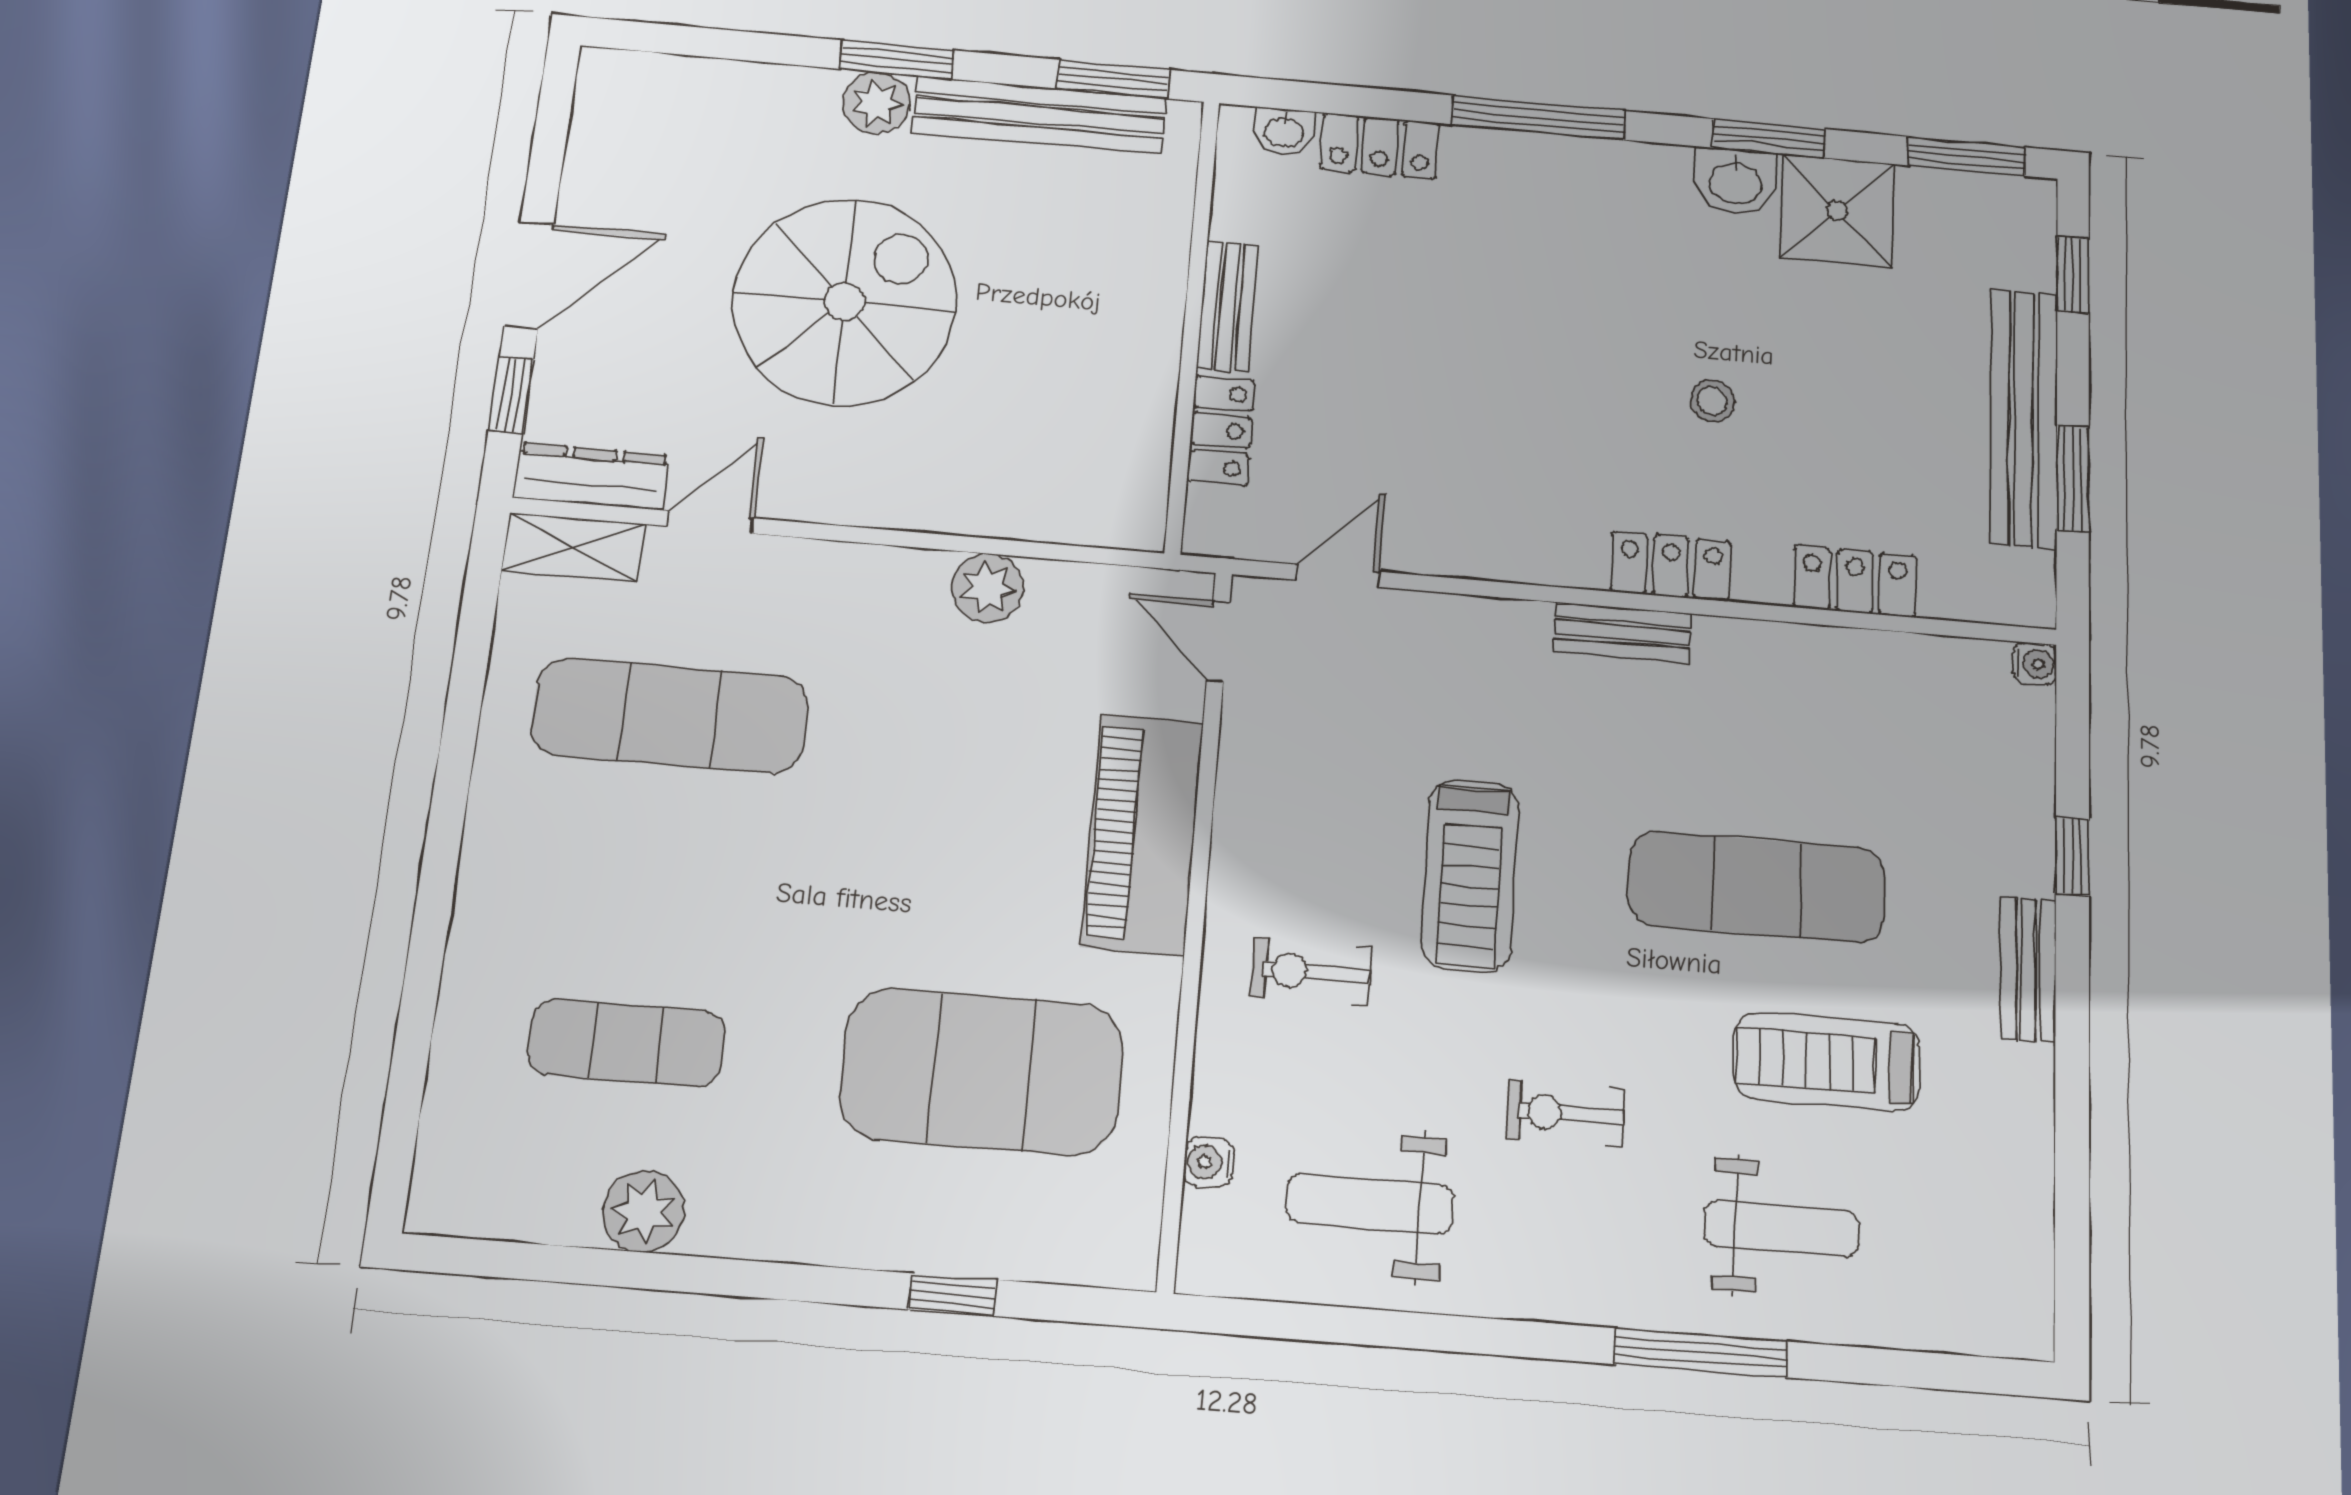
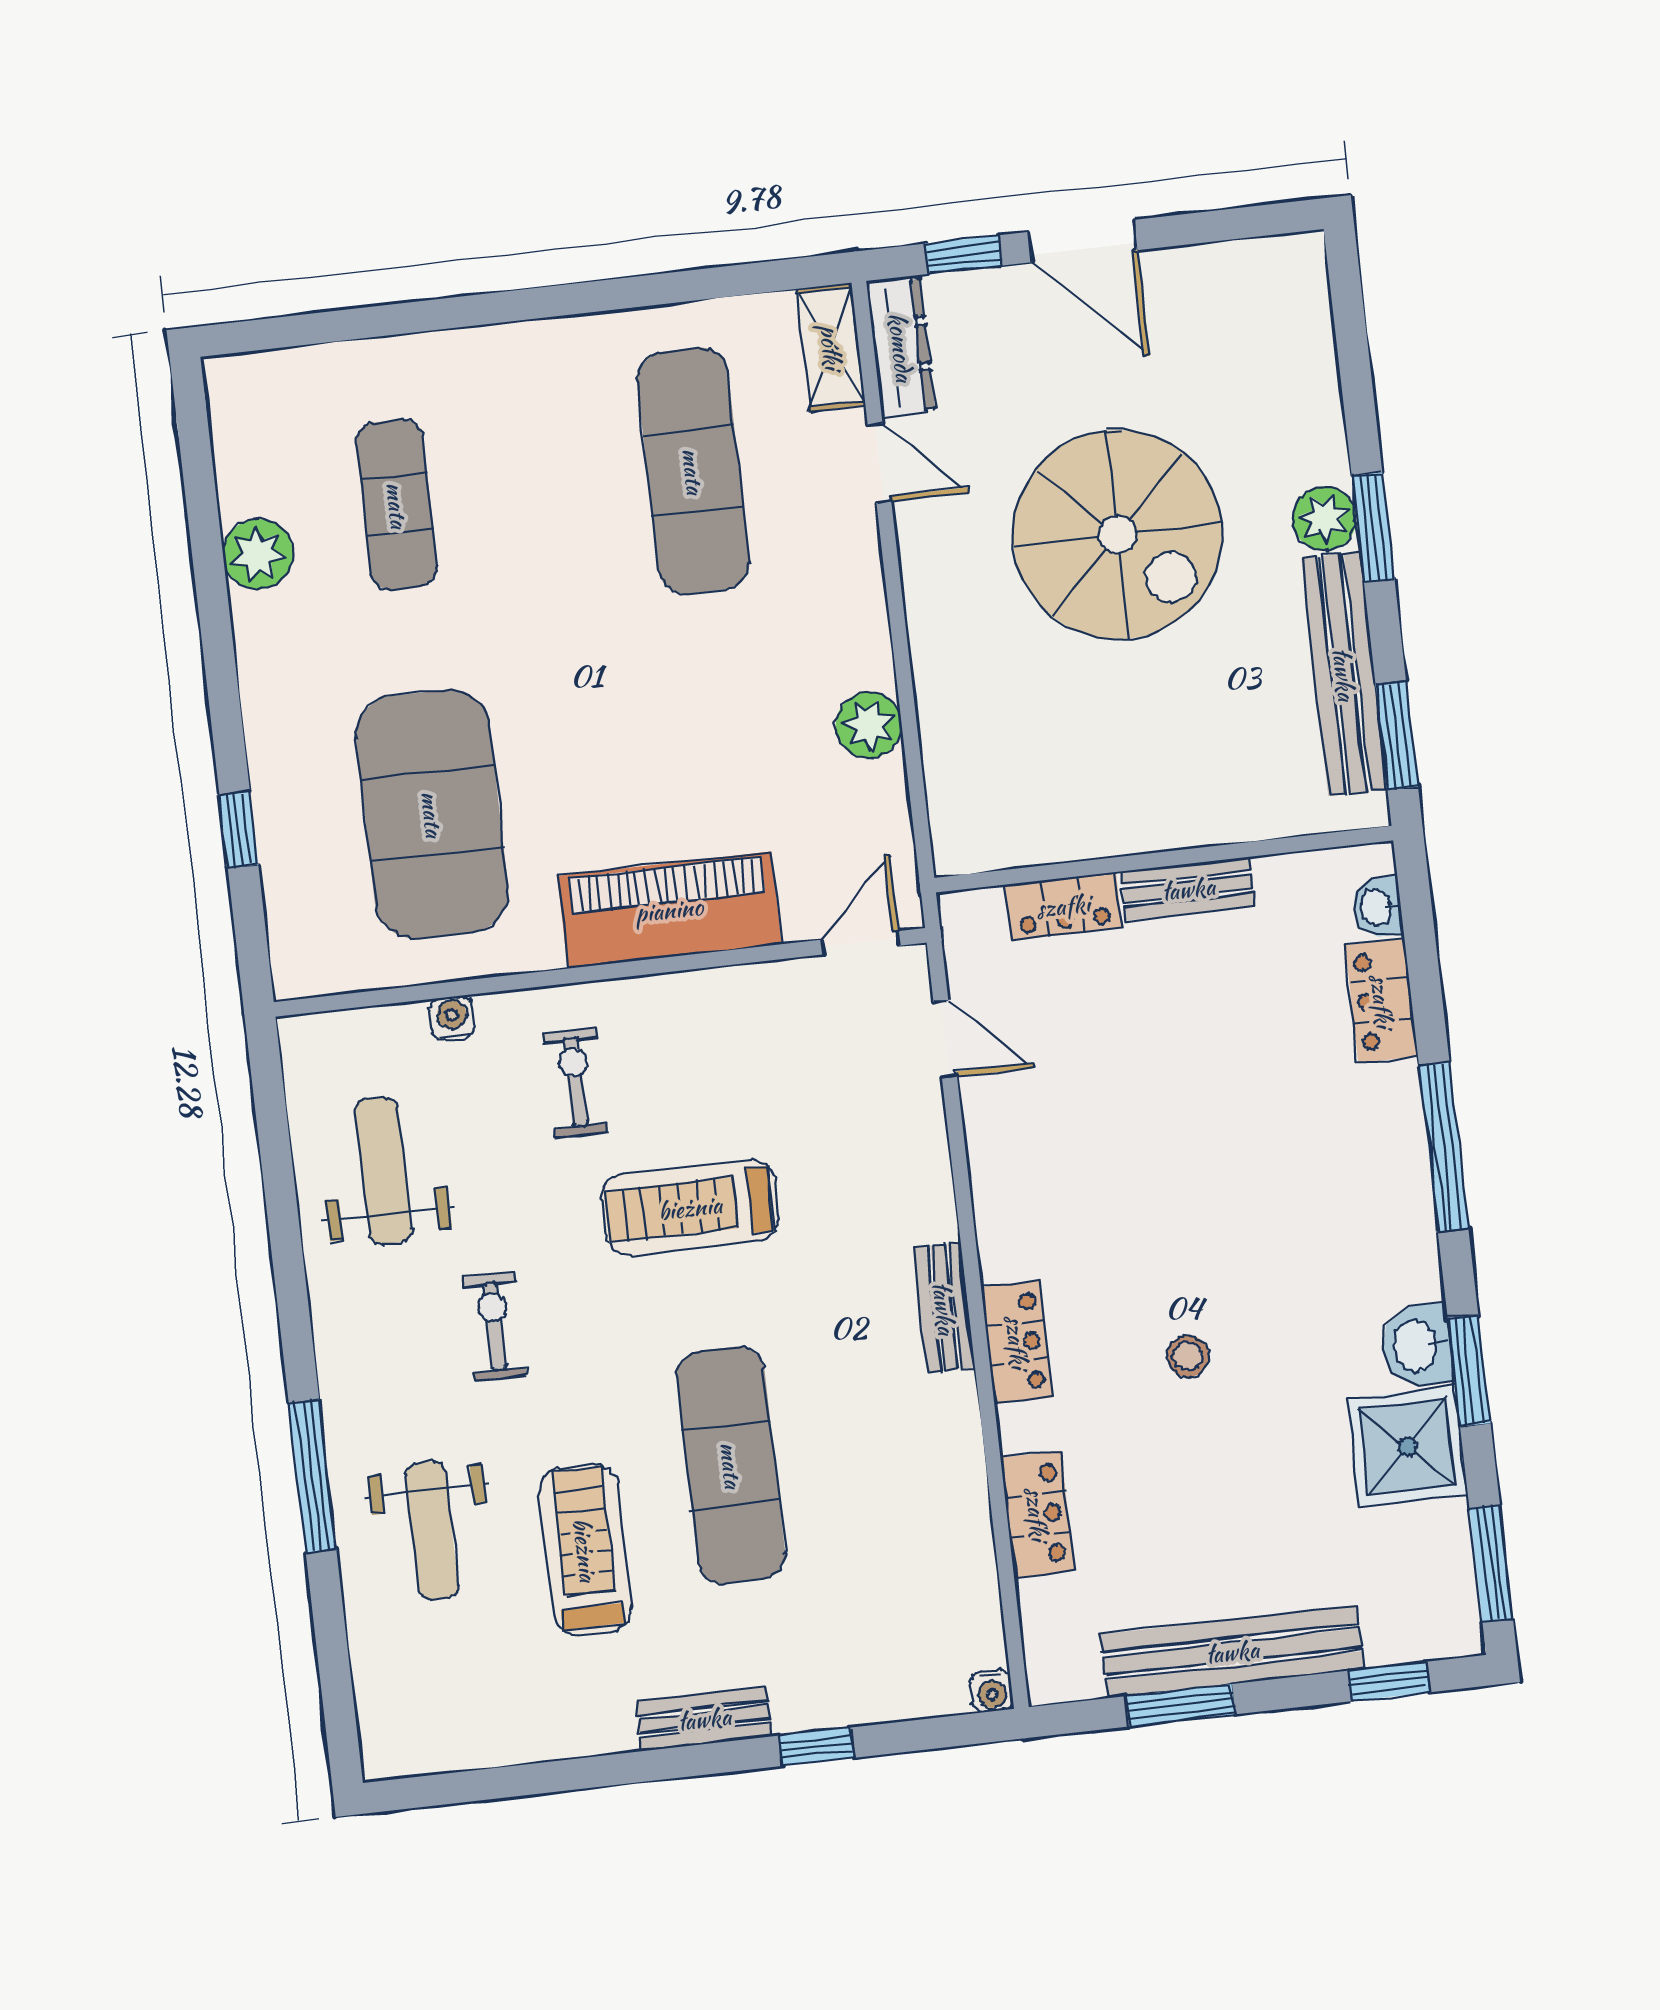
water cooler: (1209, 1162) -> (452, 1018), moved

